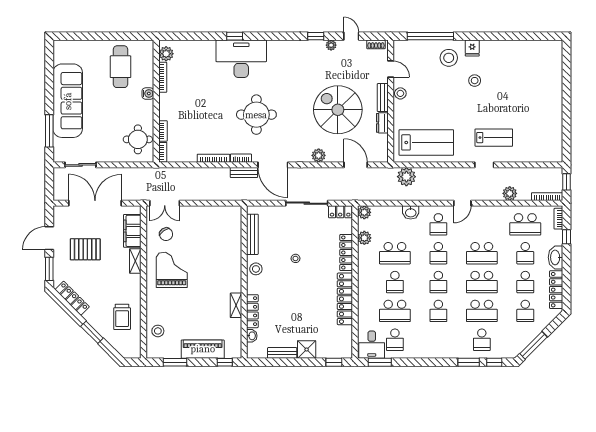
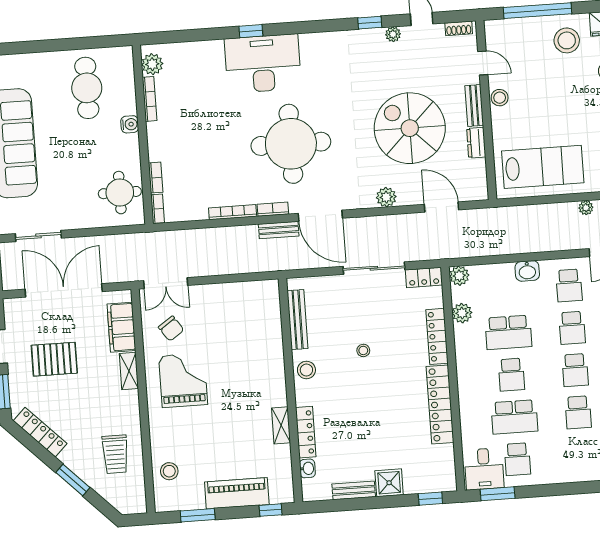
round table: (256, 115) -> (291, 144), width x1.36, depth x1.36
plant: (406, 177) -> (586, 208), moved, width x0.53, depth x0.53

